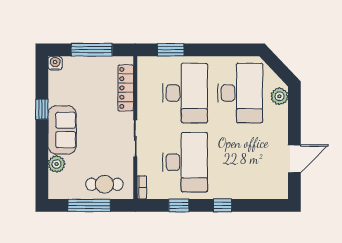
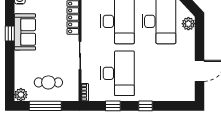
sofa: (62, 130) -> (25, 32), moved
plant: (57, 164) -> (21, 95), moved
cafe table: (104, 184) -> (48, 82), moved

